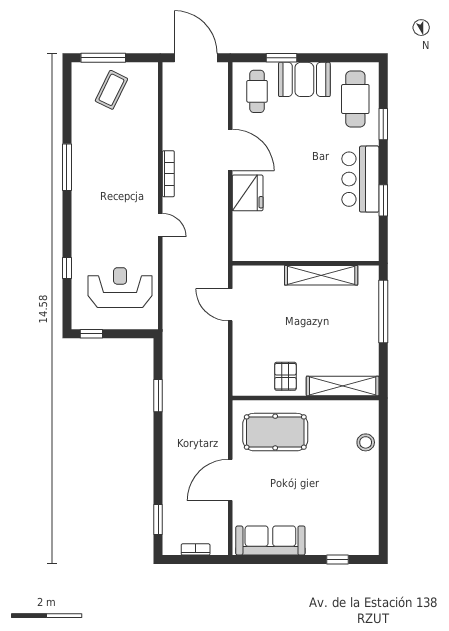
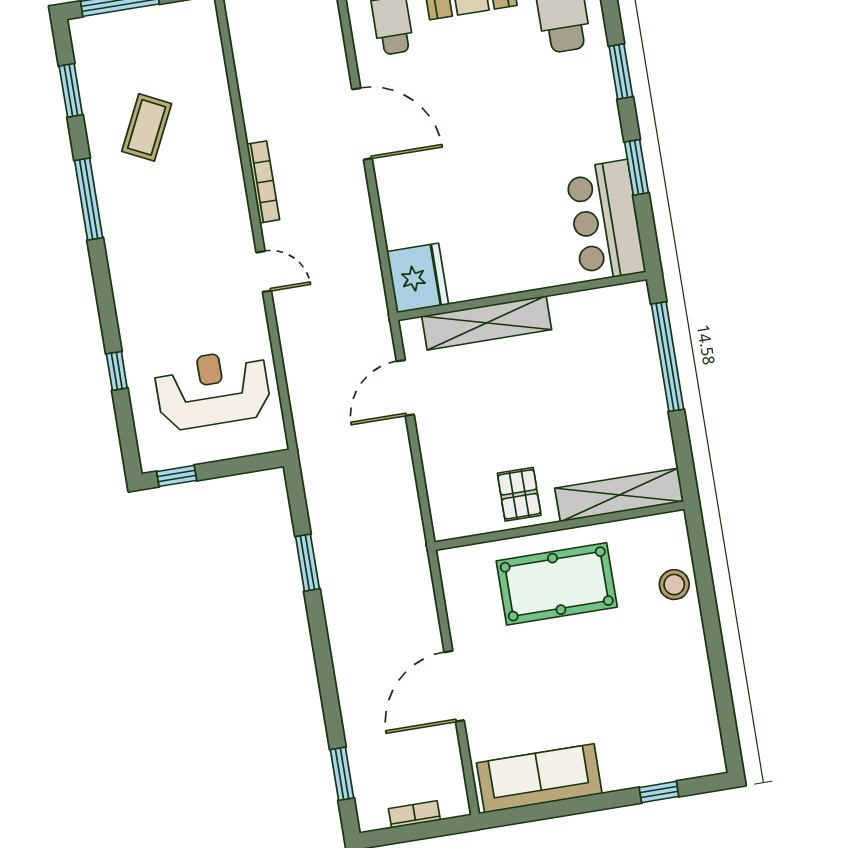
coffee table: (111, 90) -> (147, 127), moved
window: (67, 103) -> (71, 90), added
window: (383, 124) -> (621, 72), moved
bar counter: (360, 179) -> (605, 221), moved
fridge: (248, 193) -> (418, 278), moved
shelving: (321, 275) -> (487, 323), moved
door: (230, 305) -> (405, 388), hinge flipped
pool table: (275, 432) -> (557, 584), moved

